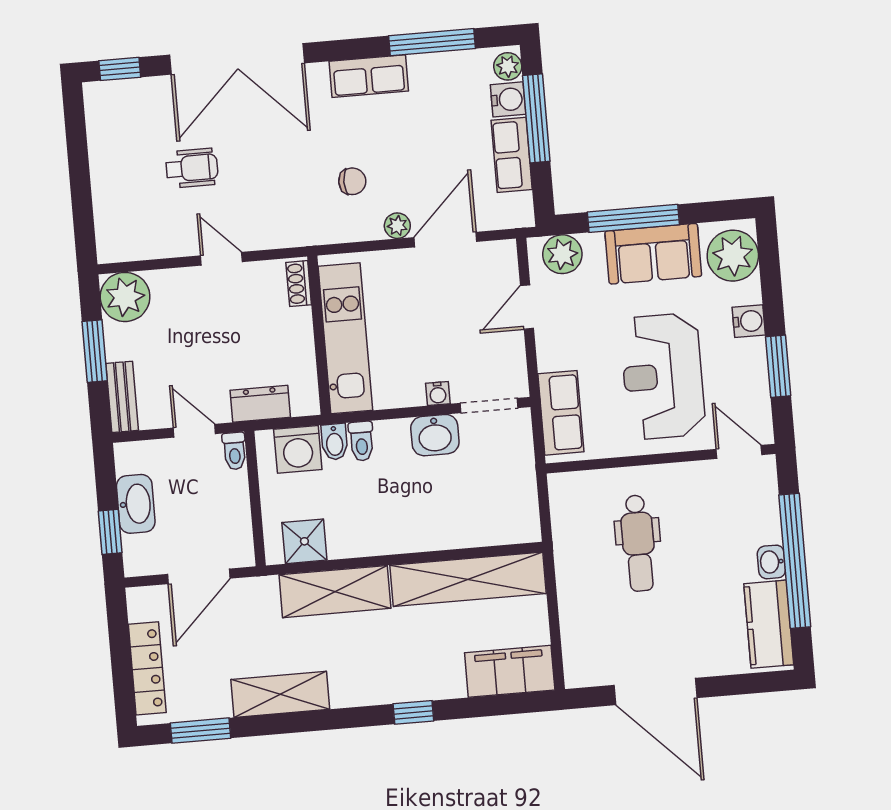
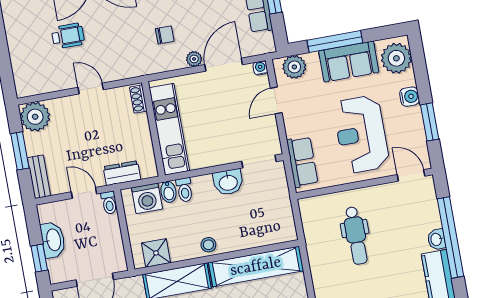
water cooler: (438, 394) -> (260, 68), moved, turned 180
stool: (393, 536) -> (208, 245), added

